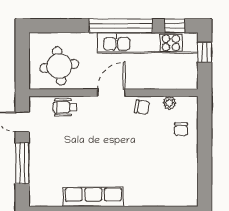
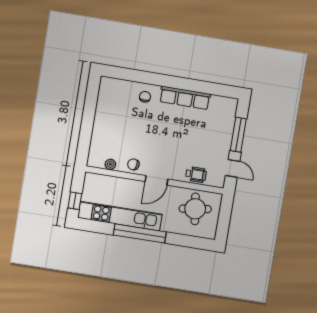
window: (175, 26) -> (96, 226), removed
chair: (181, 129) -> (145, 97), moved

